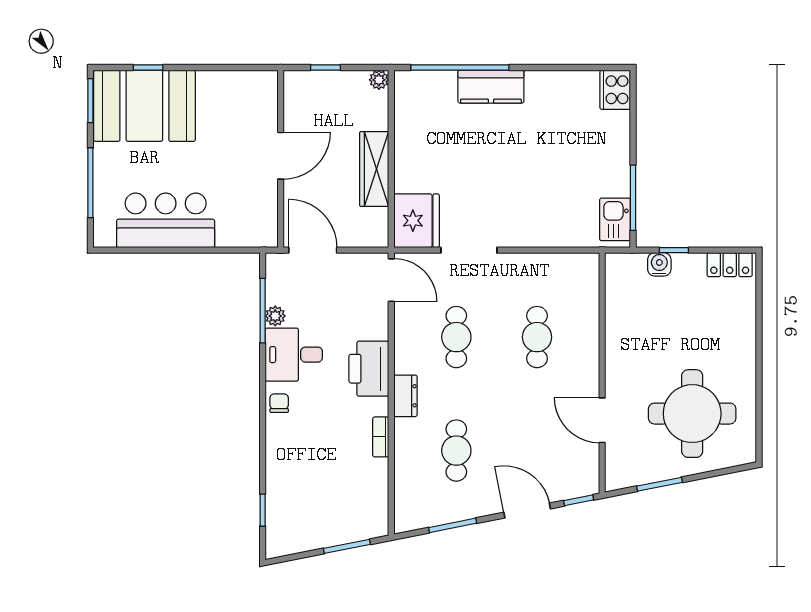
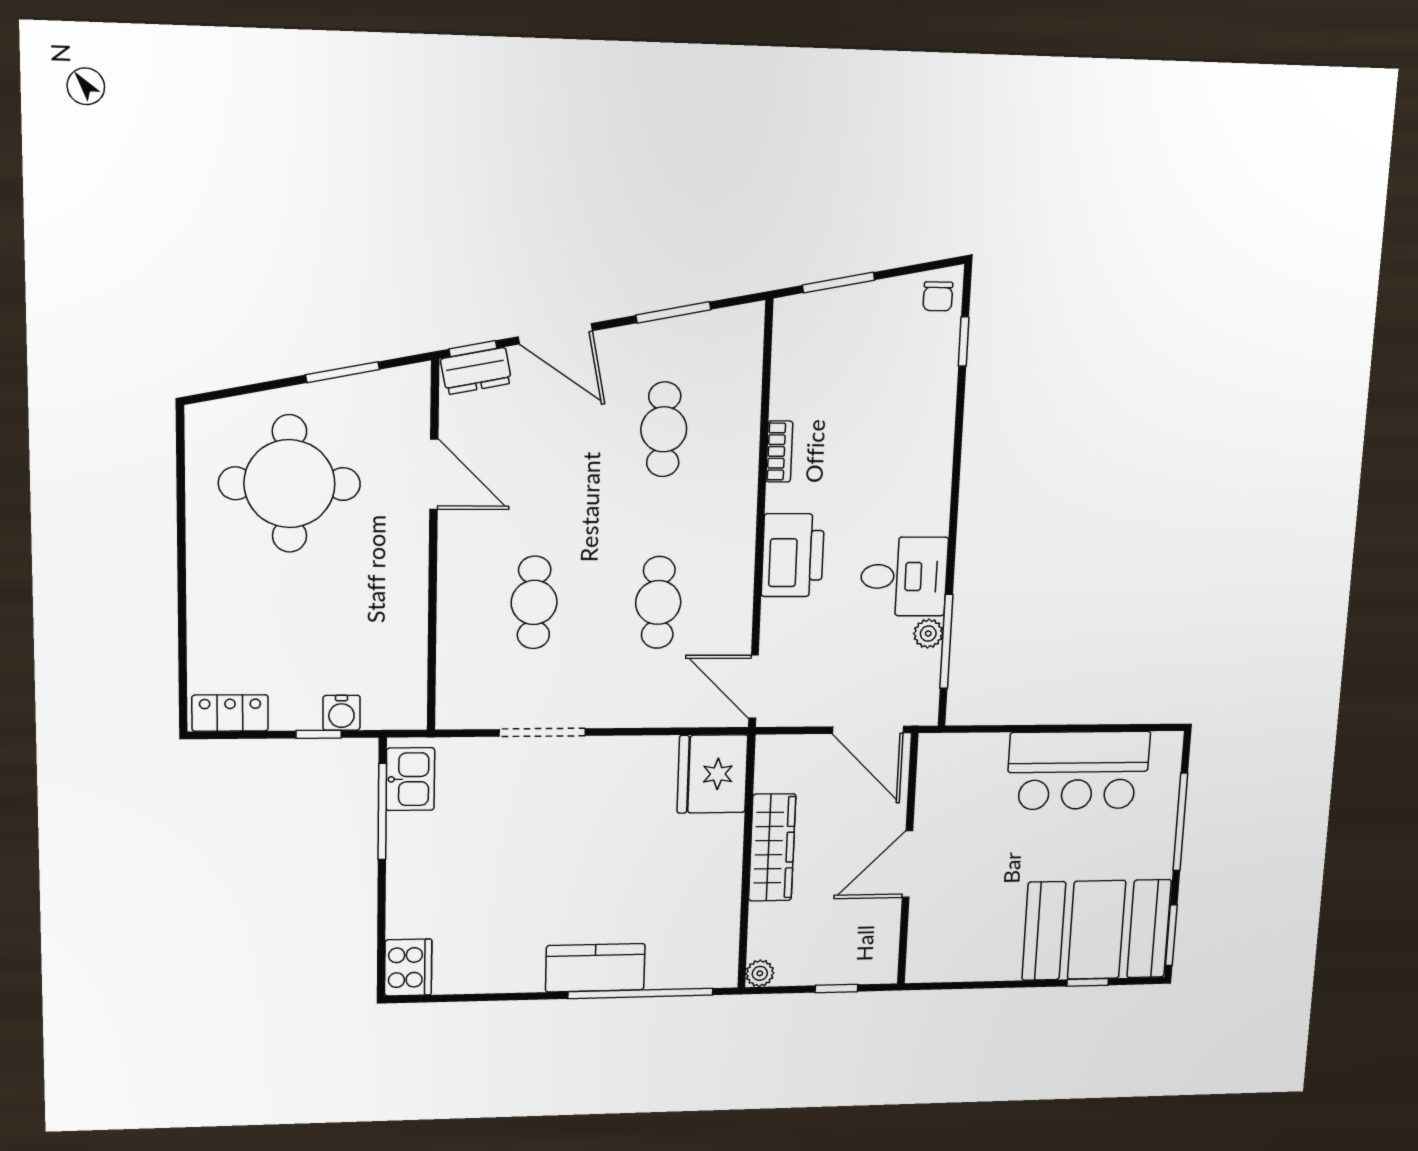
doorway: (469, 250) -> (542, 732), moved
dresser: (405, 396) -> (476, 371), moved, turned -101
chair: (279, 403) -> (938, 296), moved

